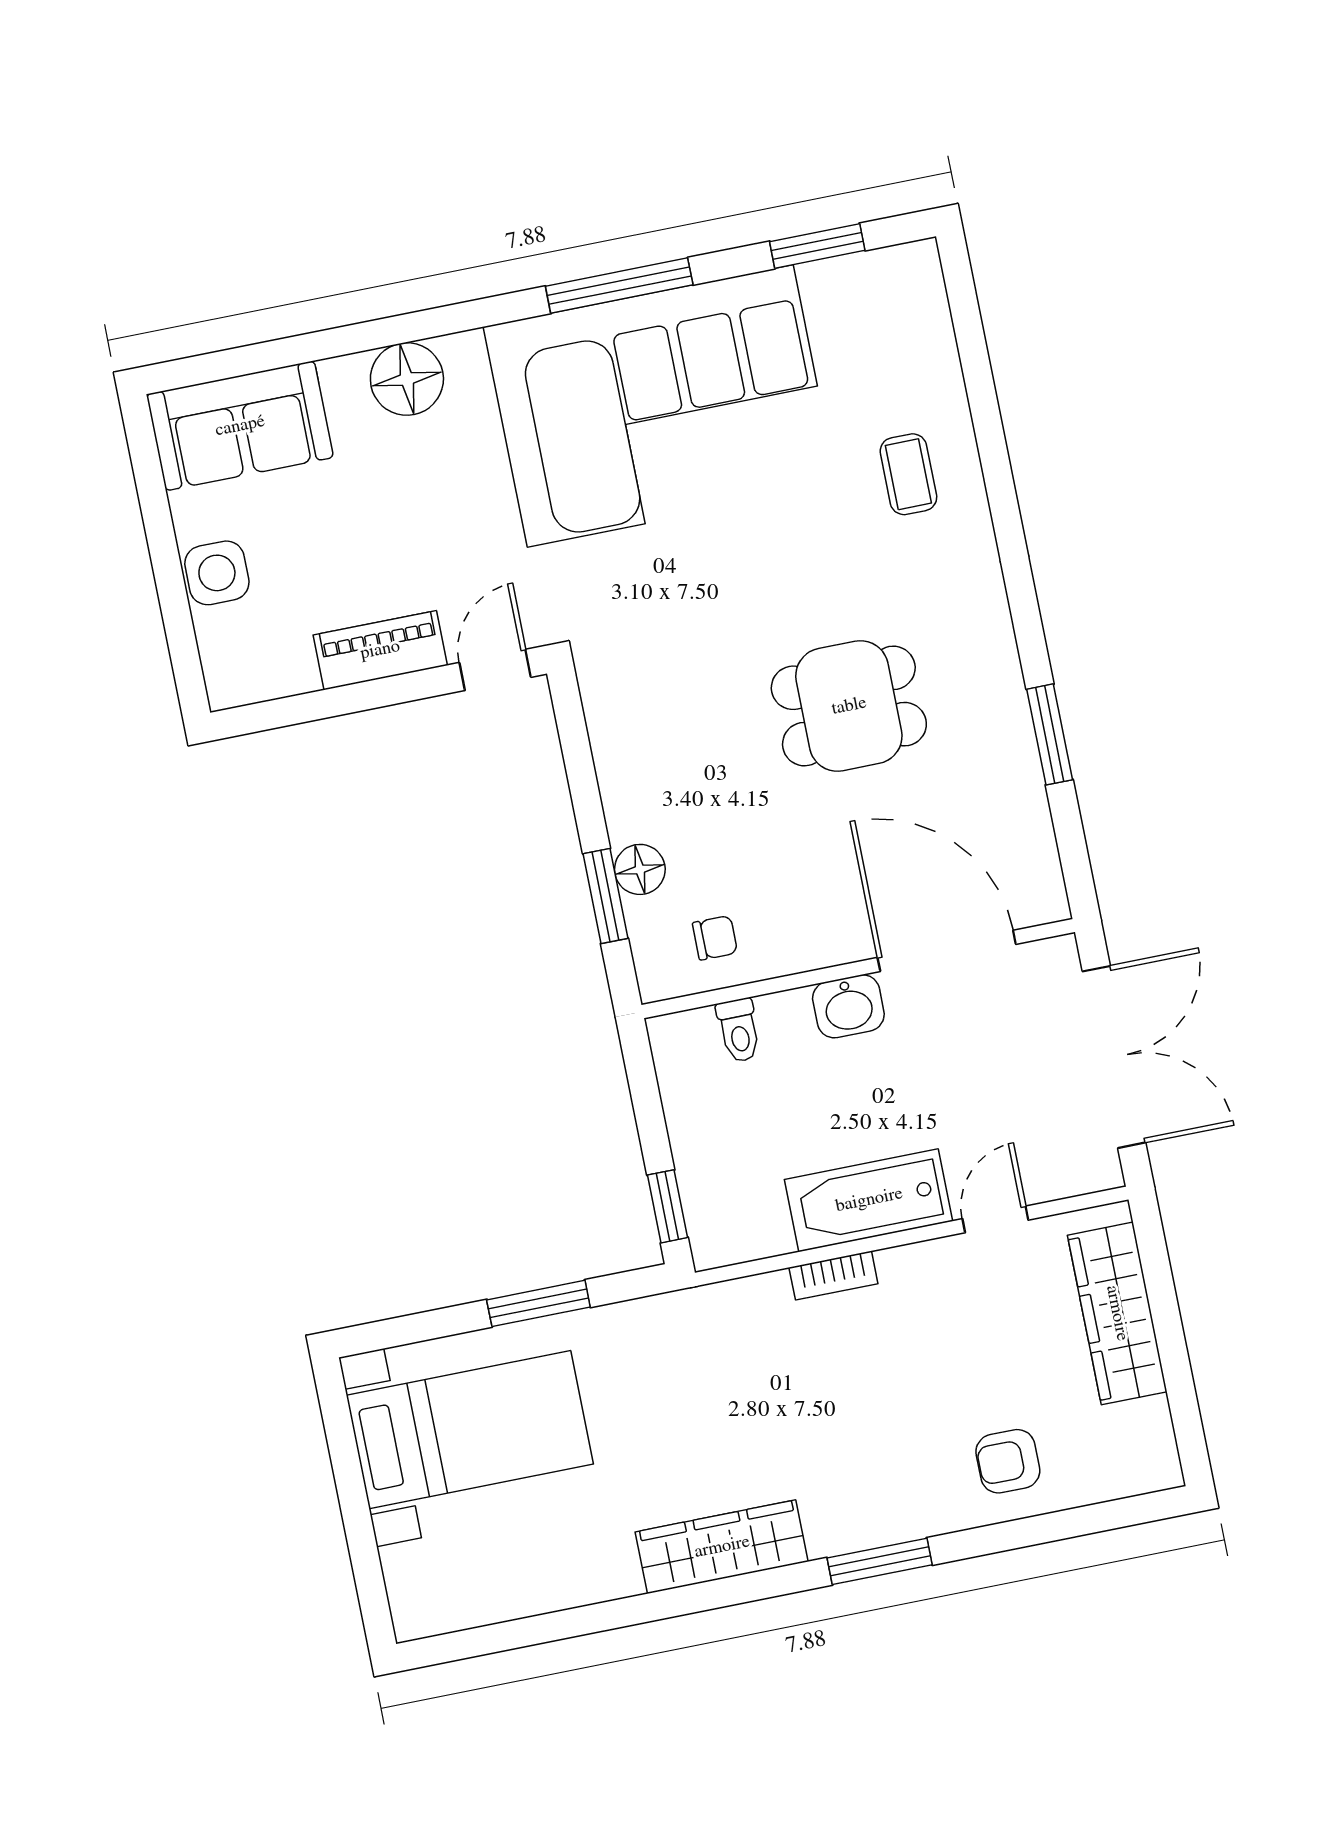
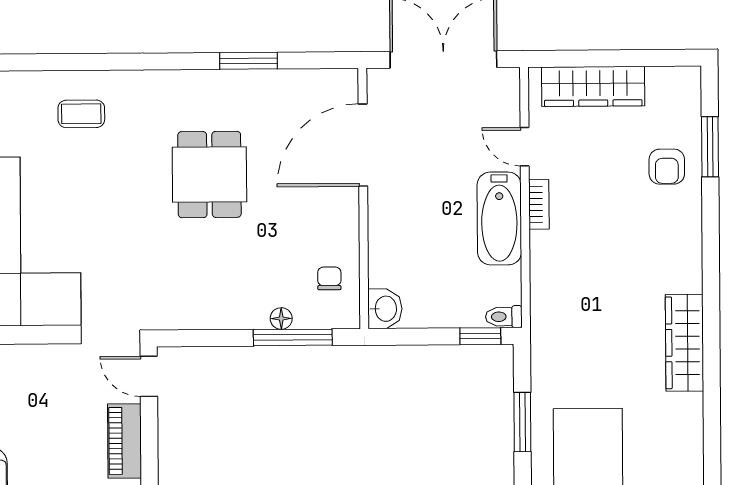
floor lamp: (640, 869) -> (281, 319), width x0.73, depth x0.73
window: (606, 896) -> (293, 337), width x1.44
washbasin: (848, 1006) -> (385, 309), moved
toilet: (739, 1030) -> (504, 317), moved, turned 180
bookcase: (833, 1276) -> (539, 204), moved
window: (880, 1561) -> (710, 147), moved

